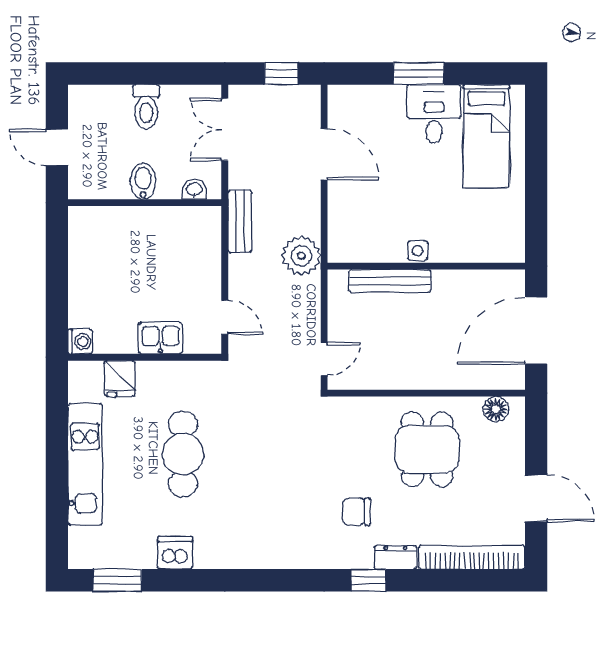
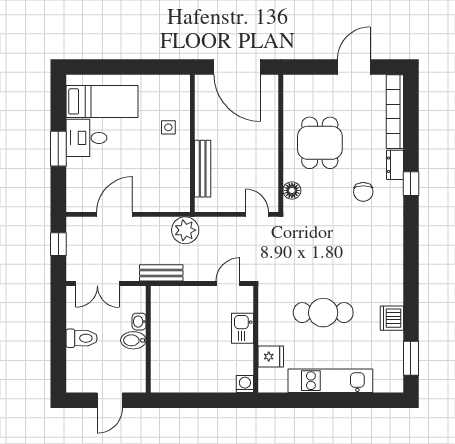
washbasin: (194, 189) -> (139, 322), moved
side table: (418, 251) -> (168, 127), moved
floor lamp: (496, 409) -> (292, 190), moved
dining table: (427, 449) -> (320, 143), turned 90

